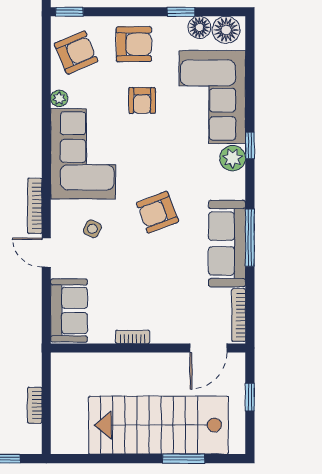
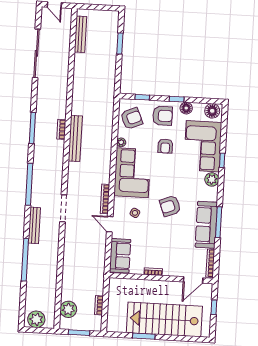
window: (69, 12) -> (142, 97), moved
window: (181, 12) -> (177, 99), moved
floor lamp: (199, 27) -> (186, 108), moved
window: (250, 145) -> (222, 160), moved
window: (184, 459) -> (144, 336), moved

